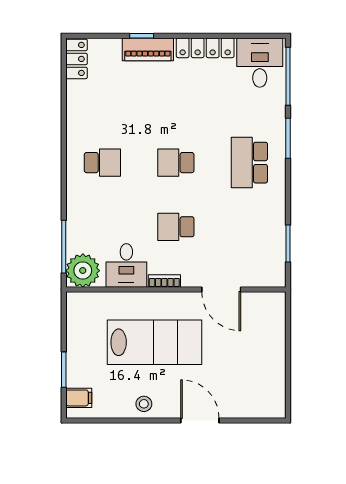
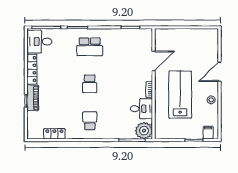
locker: (77, 59) -> (54, 134), moved
school desk: (176, 227) -> (122, 84), removed

